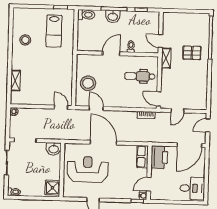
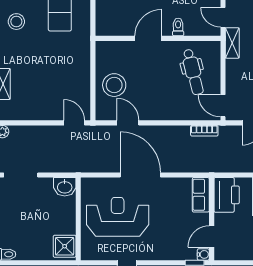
dental chair: (140, 76) -> (193, 72), turned -104

